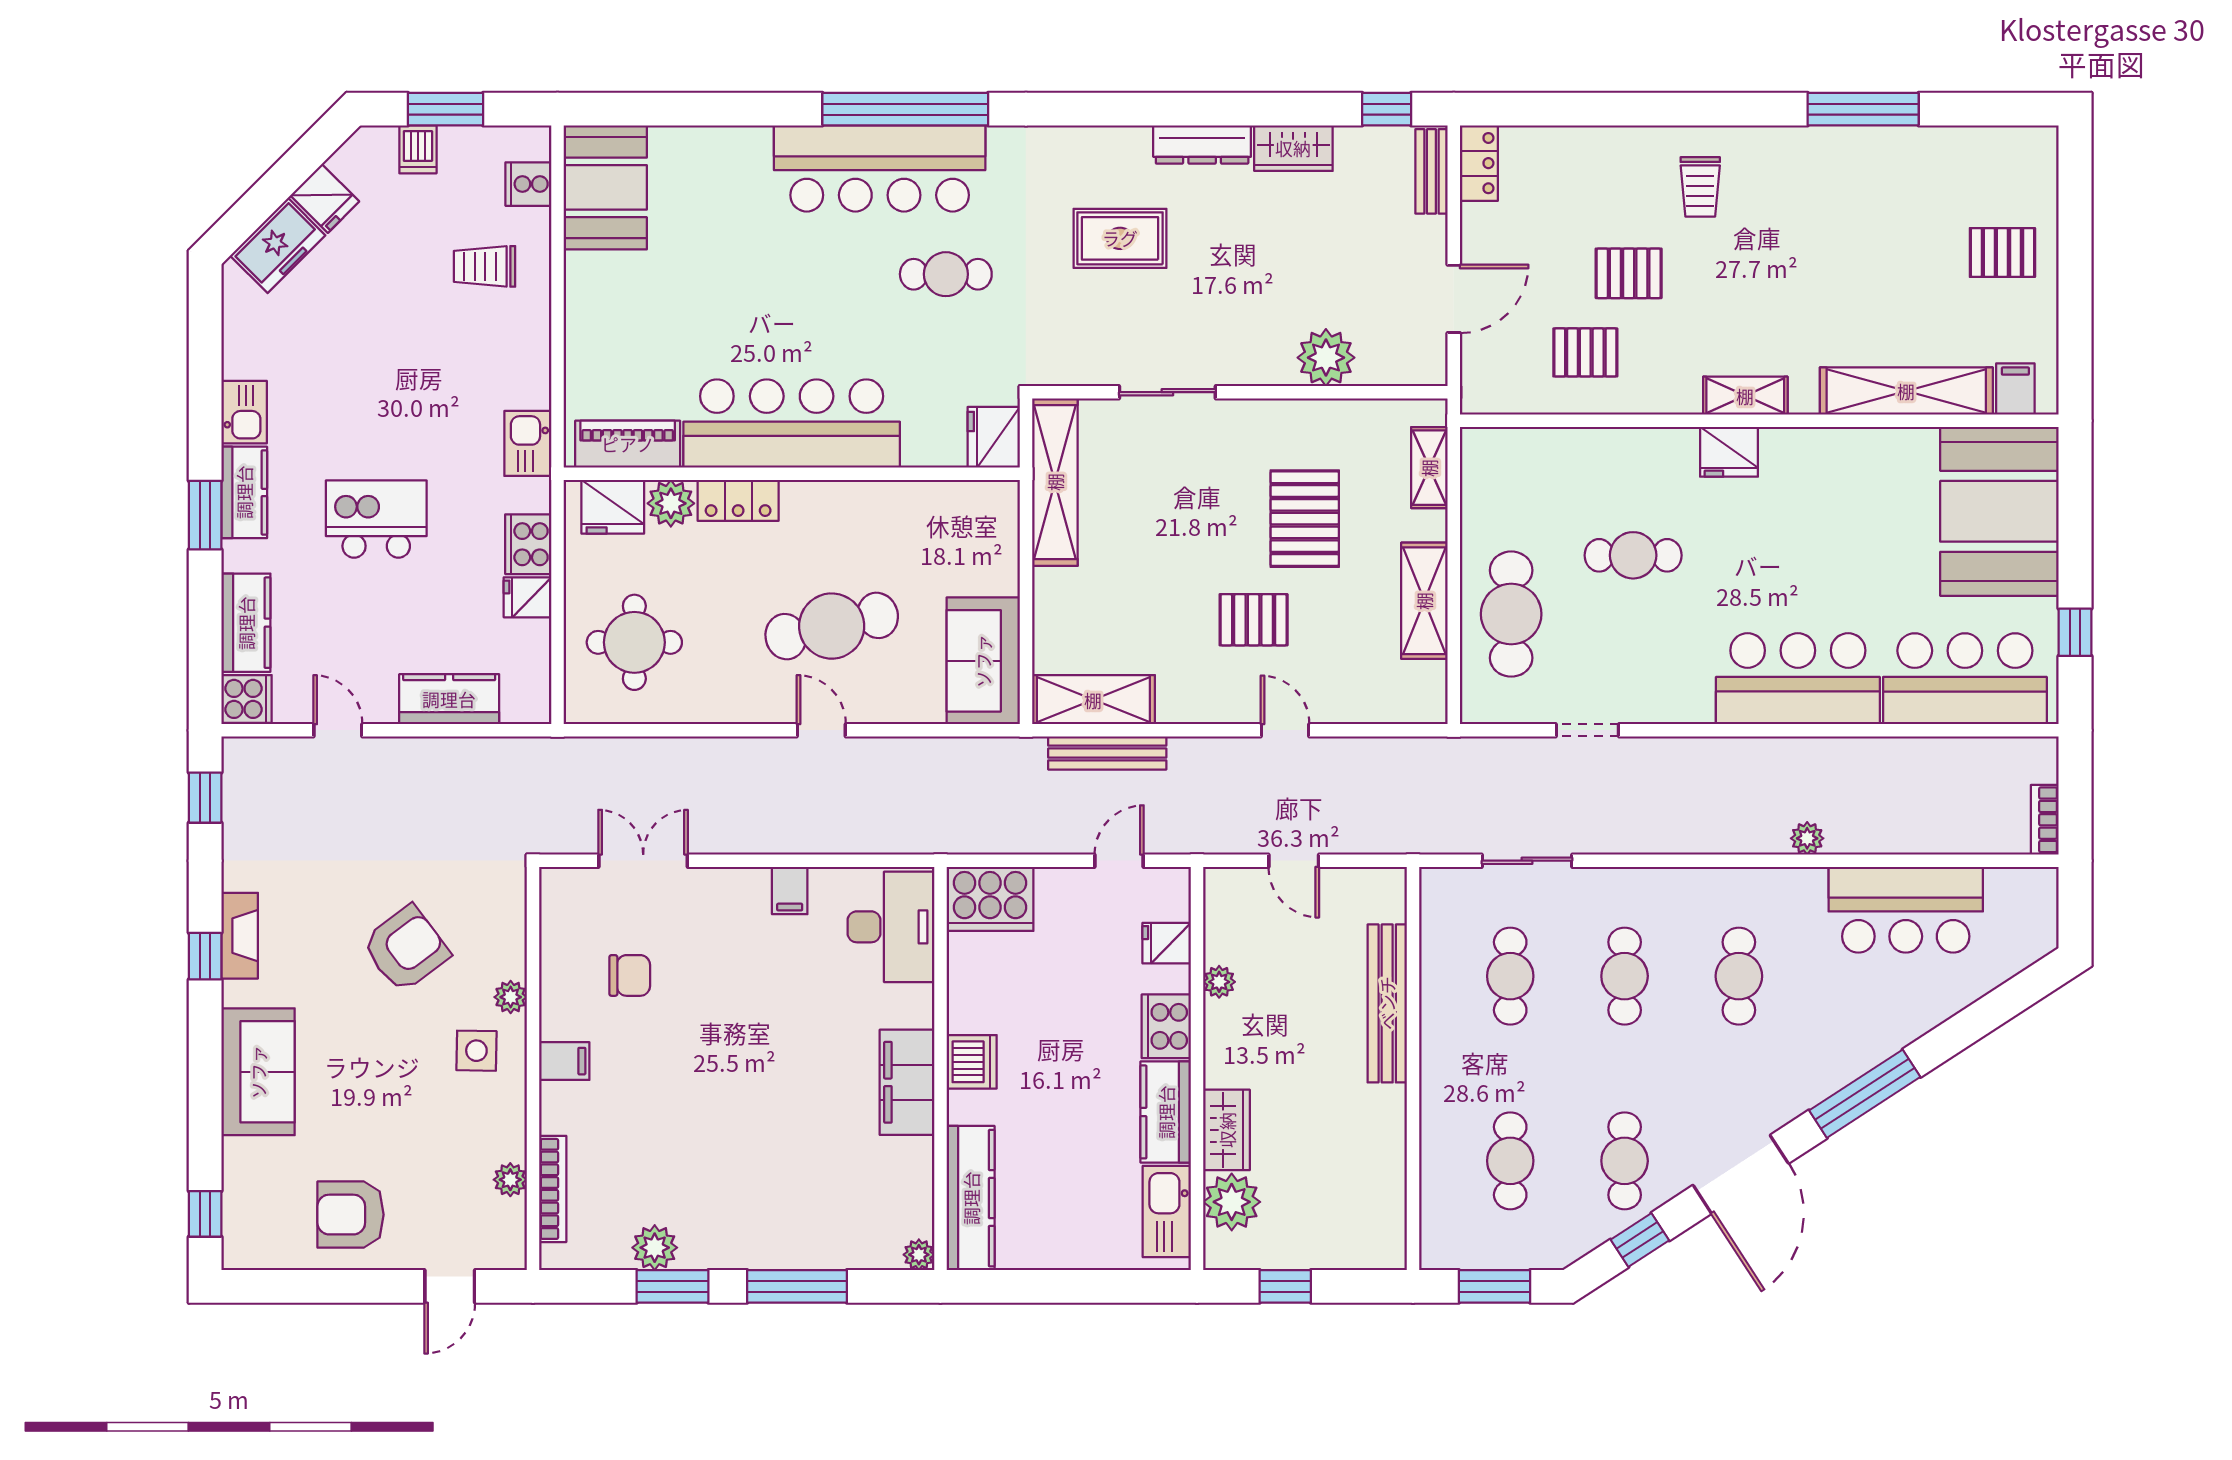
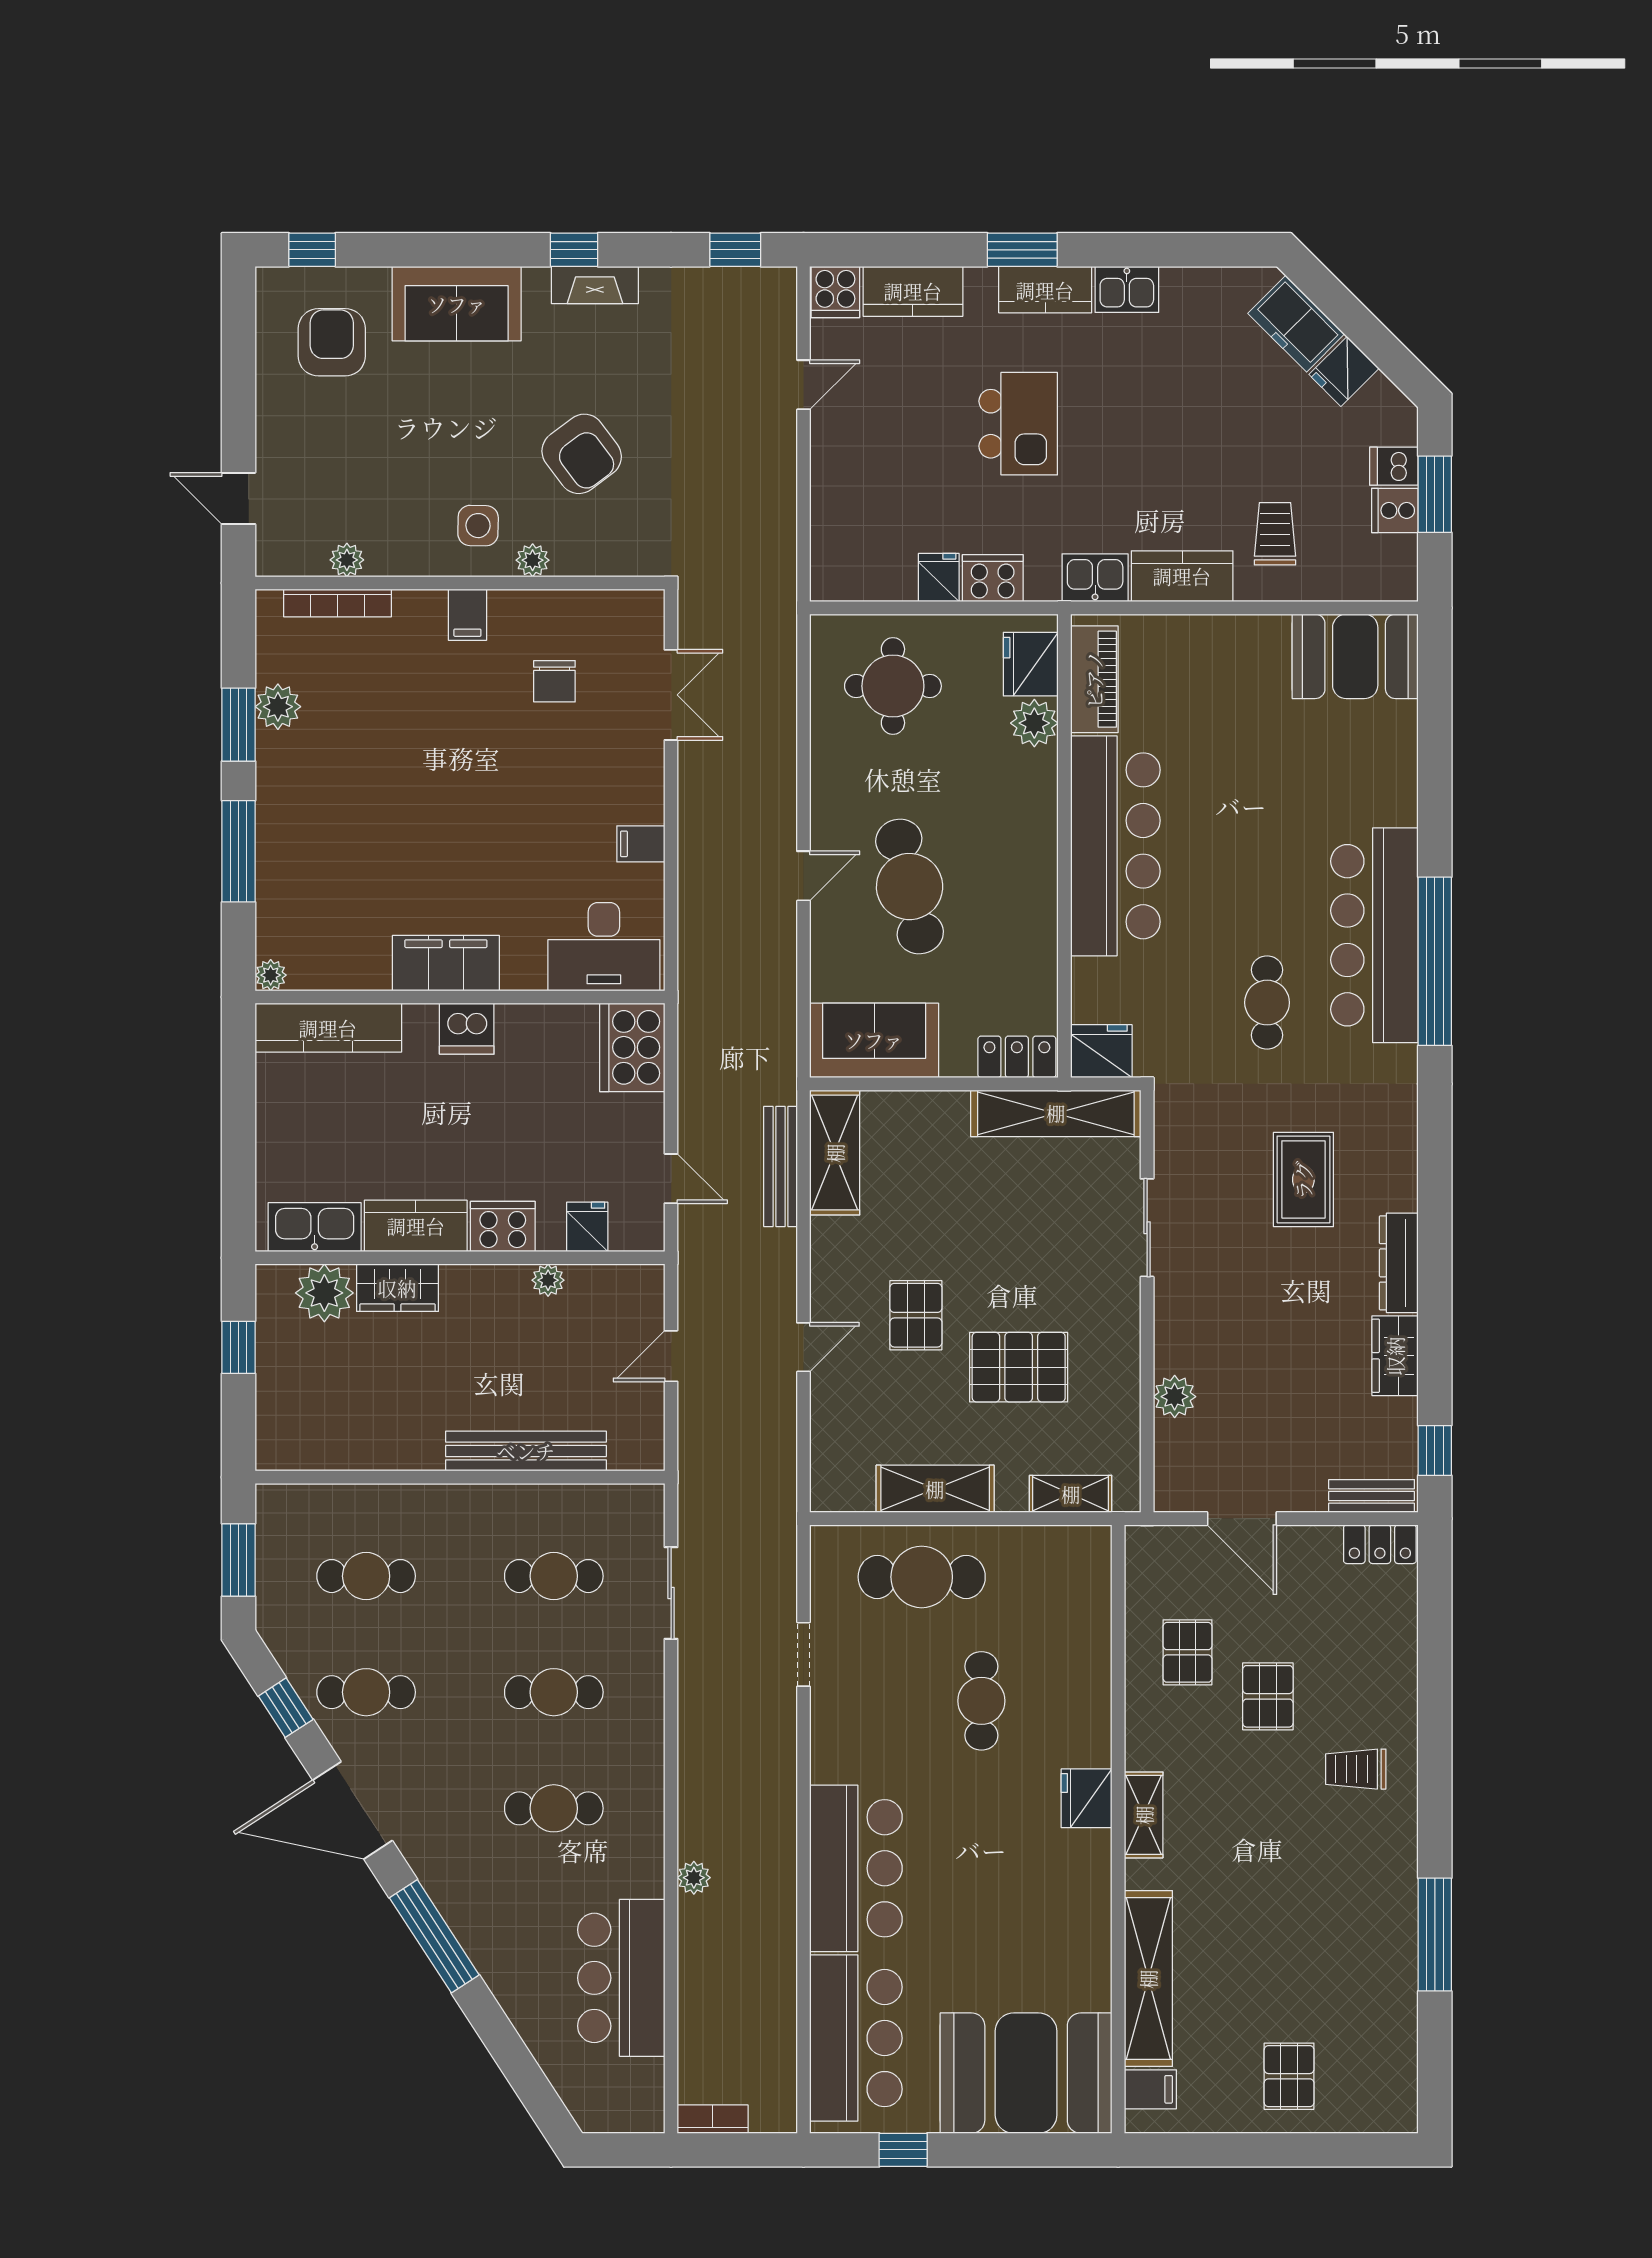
cooker: (528, 184) -> (1395, 510), moved, turned -90
plant: (1326, 358) -> (1175, 1397), width x0.73, depth x0.73
locker: (738, 500) -> (1017, 1057), moved, turned 90
kitchen counter: (449, 699) -> (1182, 576), moved, turned -90
armchair: (351, 1215) -> (332, 342), moved

